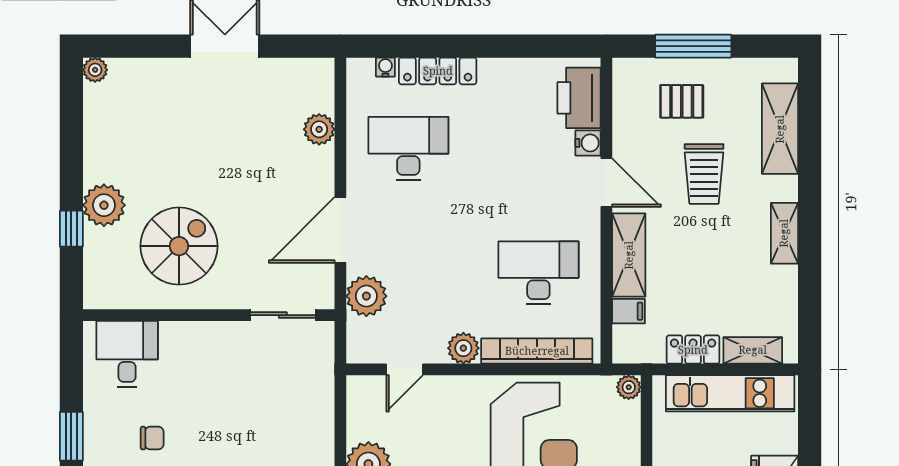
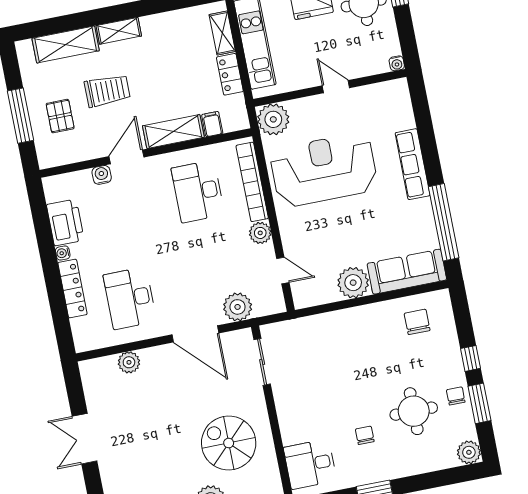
water cooler: (385, 67) -> (63, 253), moved
printer: (579, 98) -> (65, 222), moved, turned -90
shelving: (784, 233) -> (119, 31), moved
plant: (629, 387) -> (273, 119), width x1.87, depth x1.87

